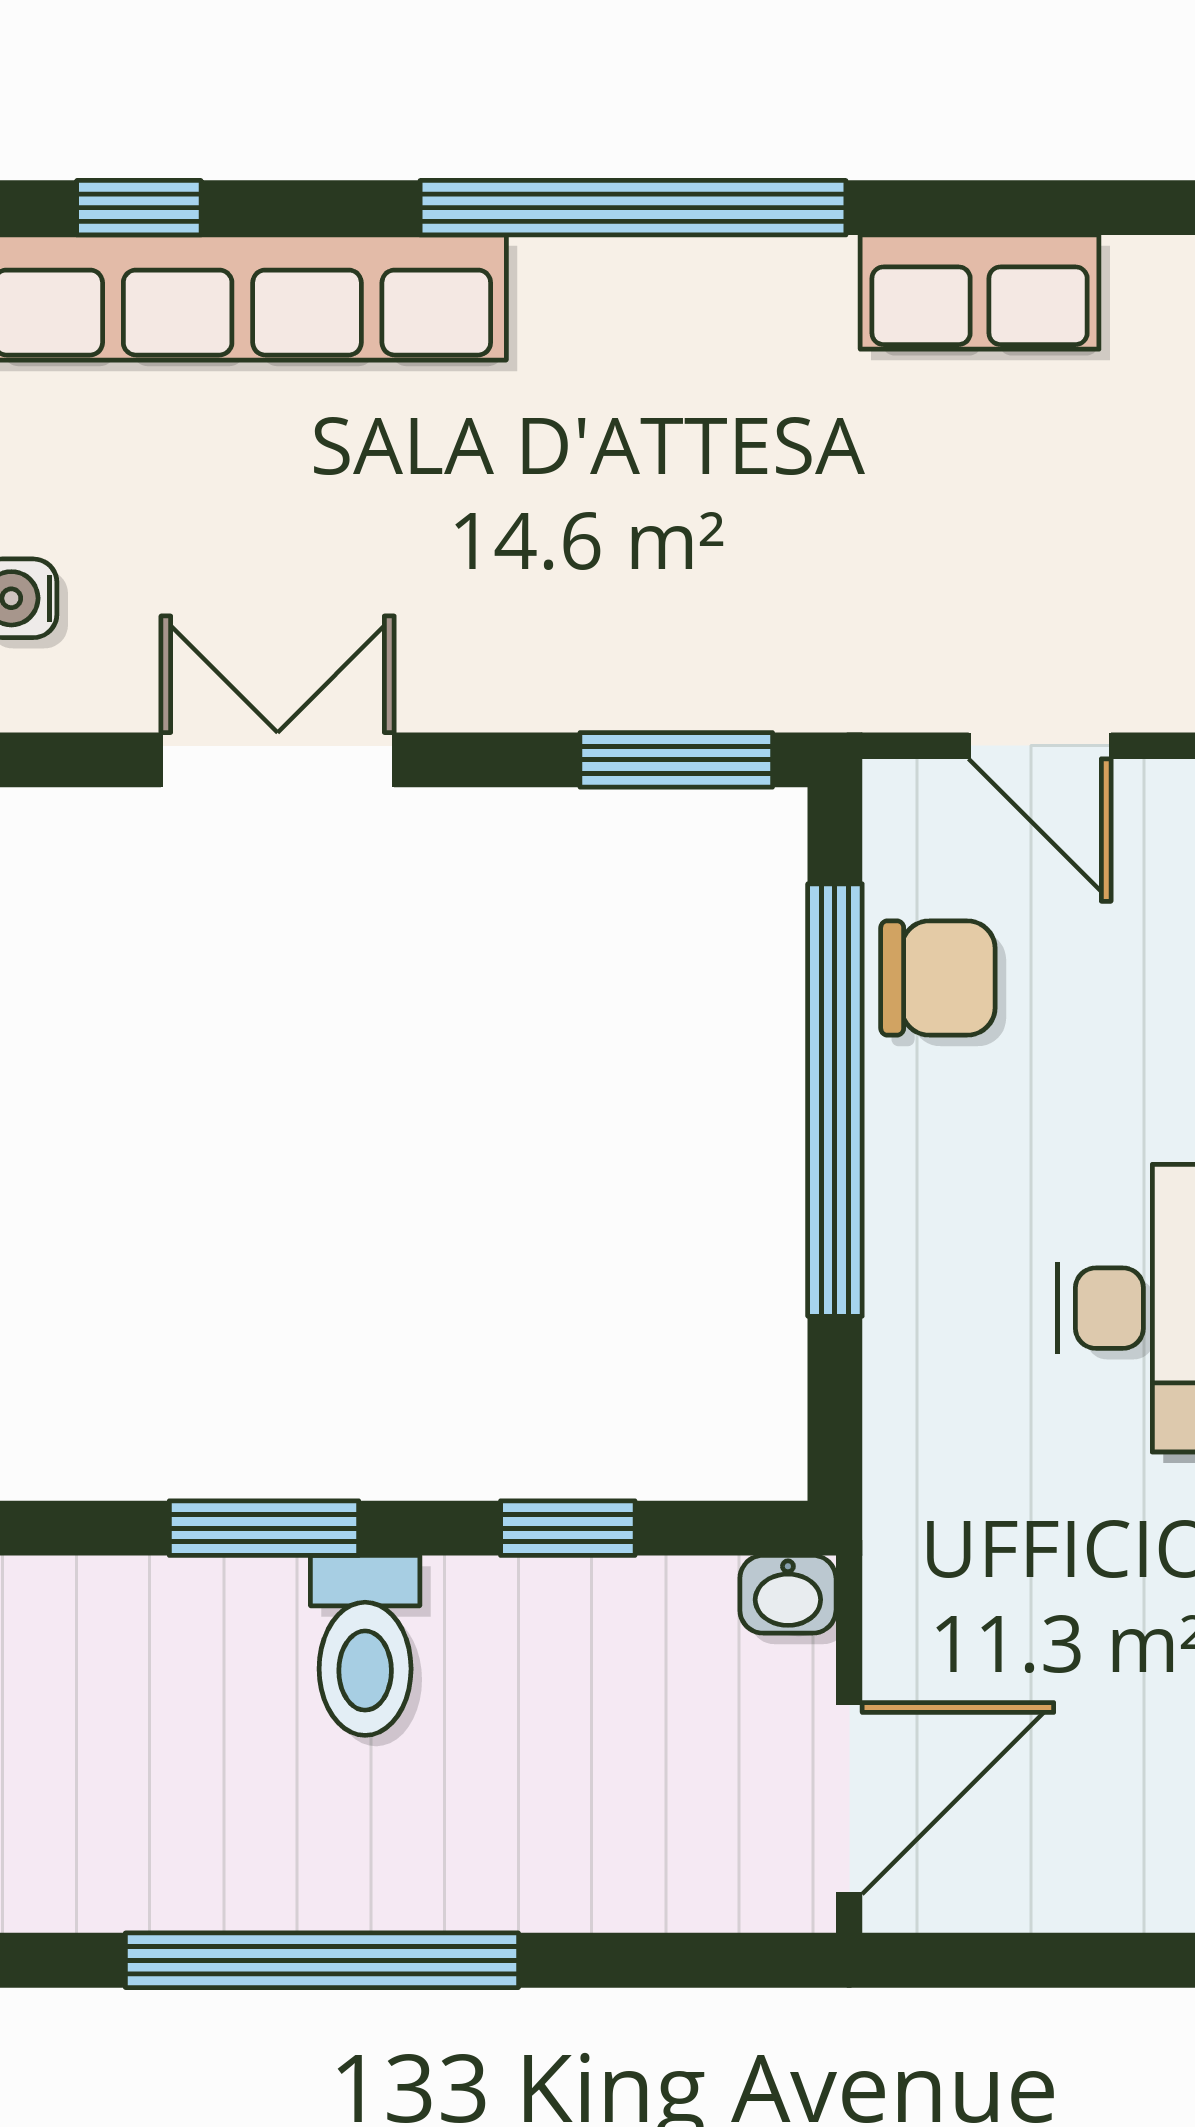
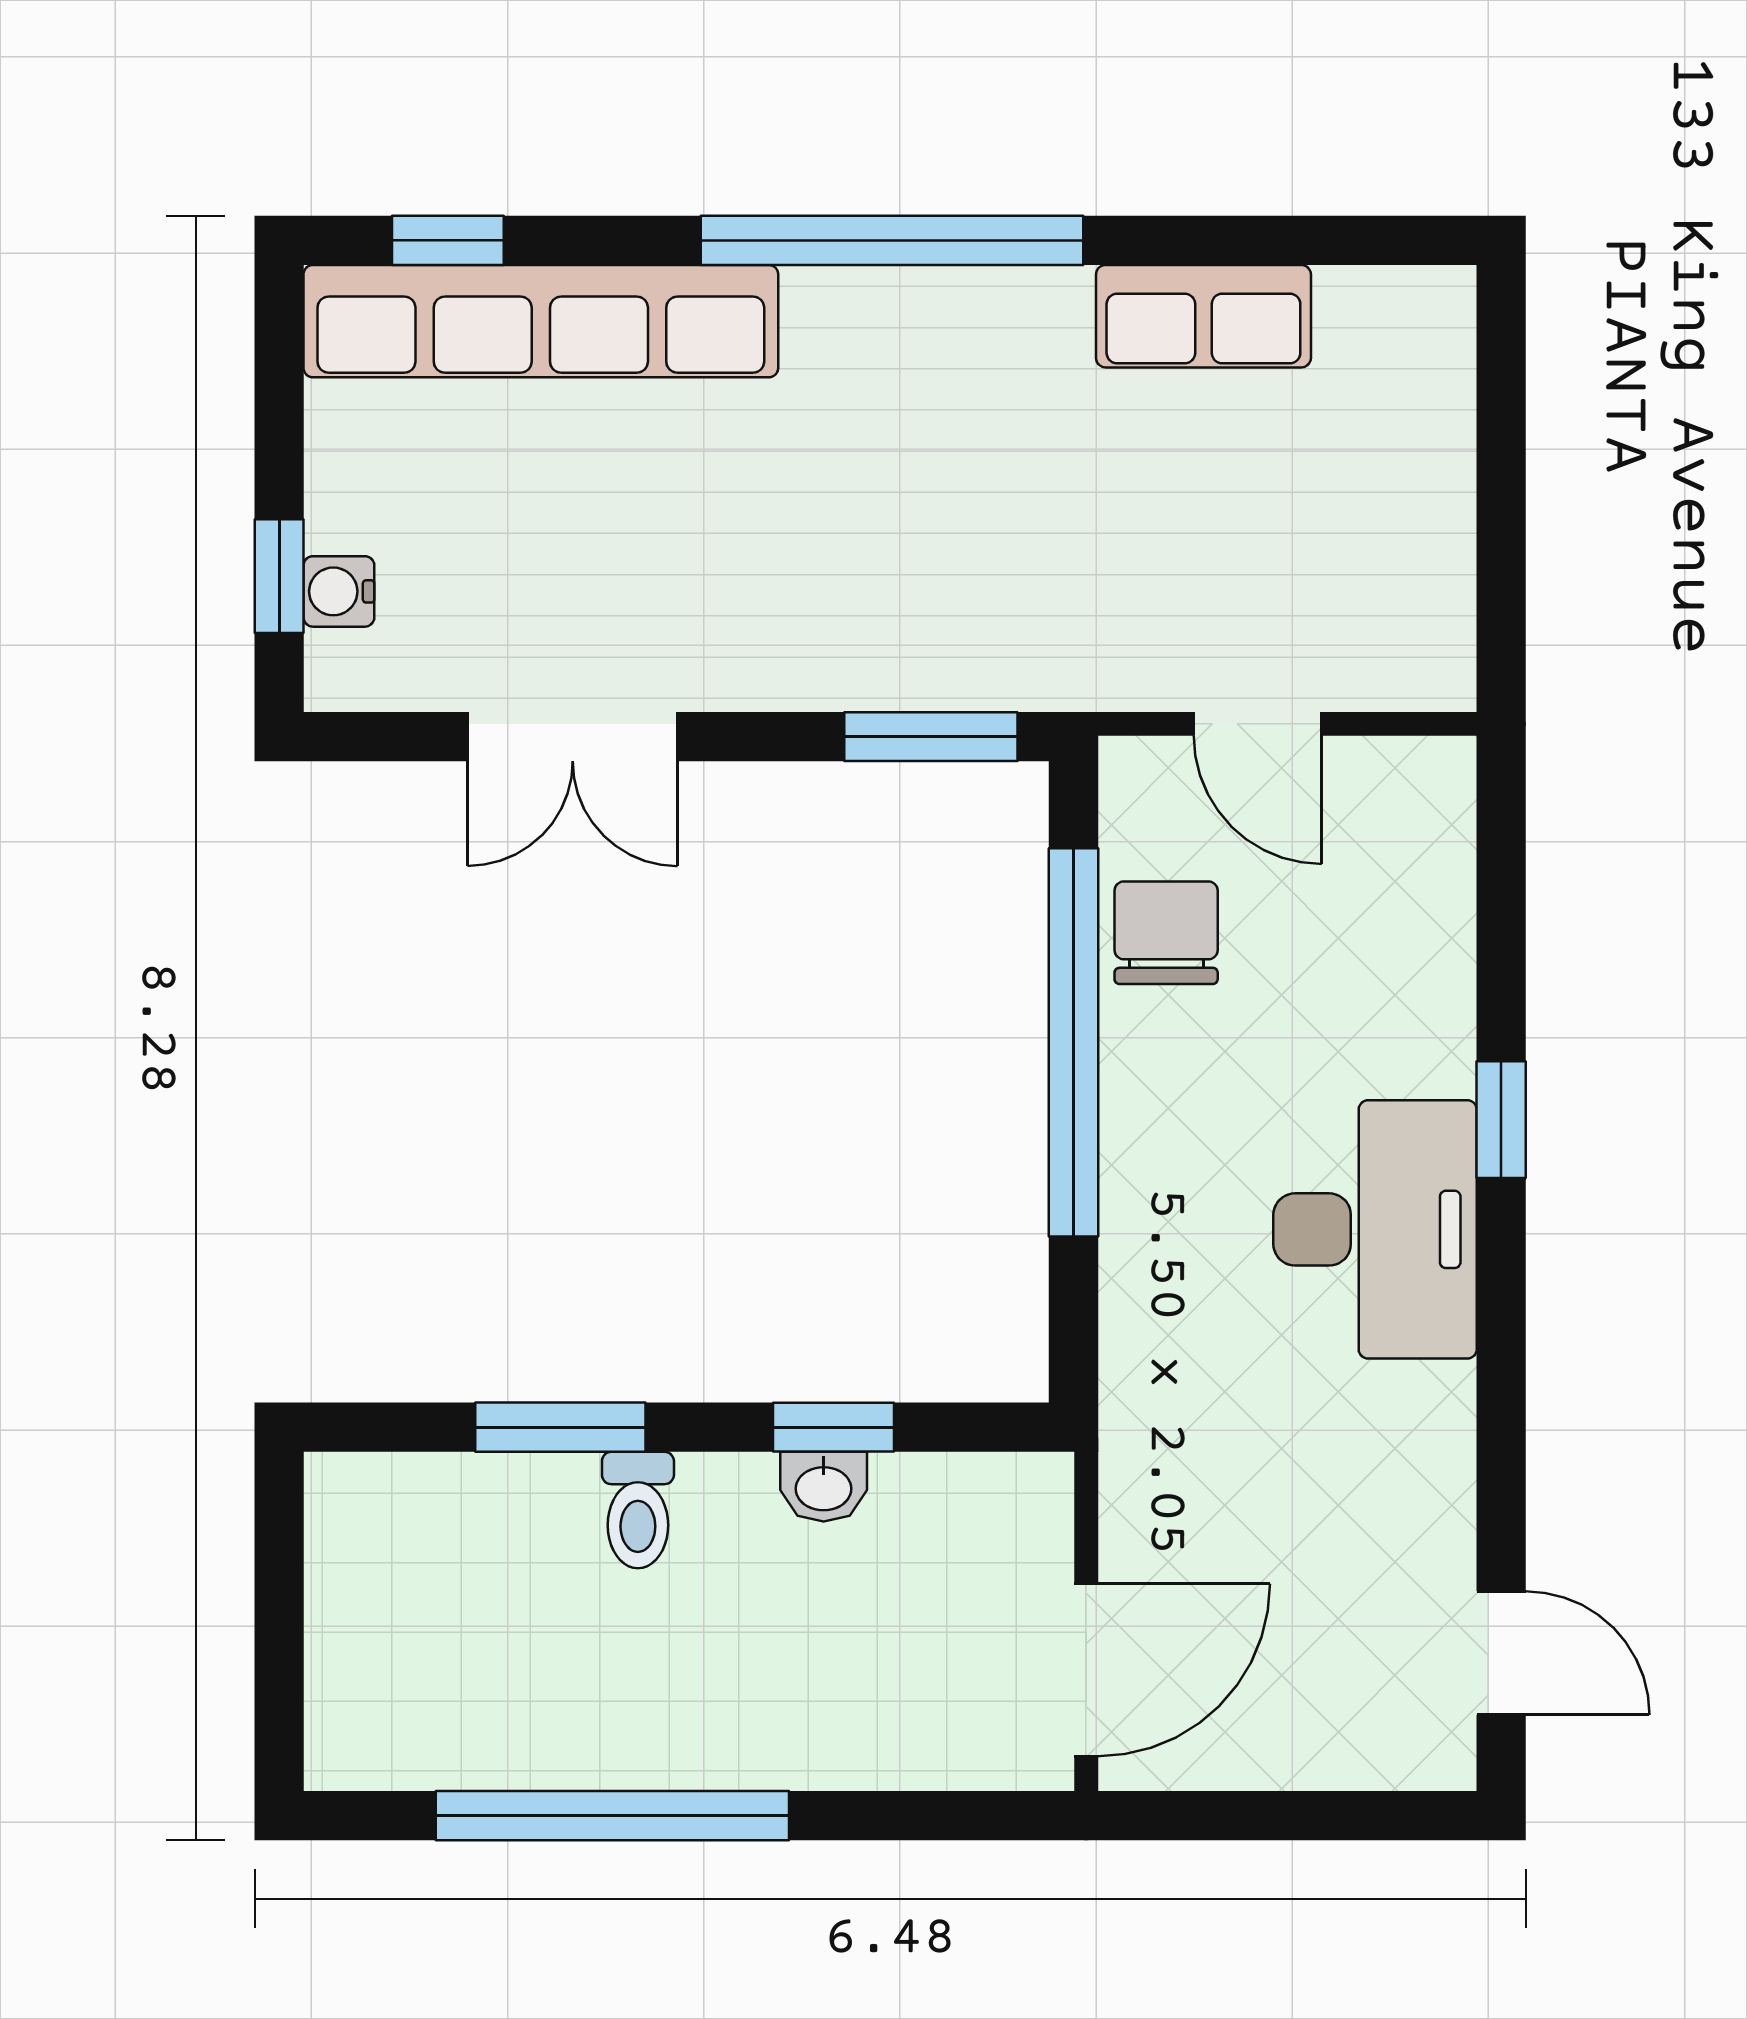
double door: (278, 760) -> (573, 737), swing flipped
chair: (938, 978) -> (1166, 933), turned -90
washbasin: (788, 1594) -> (824, 1487), moved
toilet: (365, 1645) -> (638, 1510), width x0.73, depth x0.72

